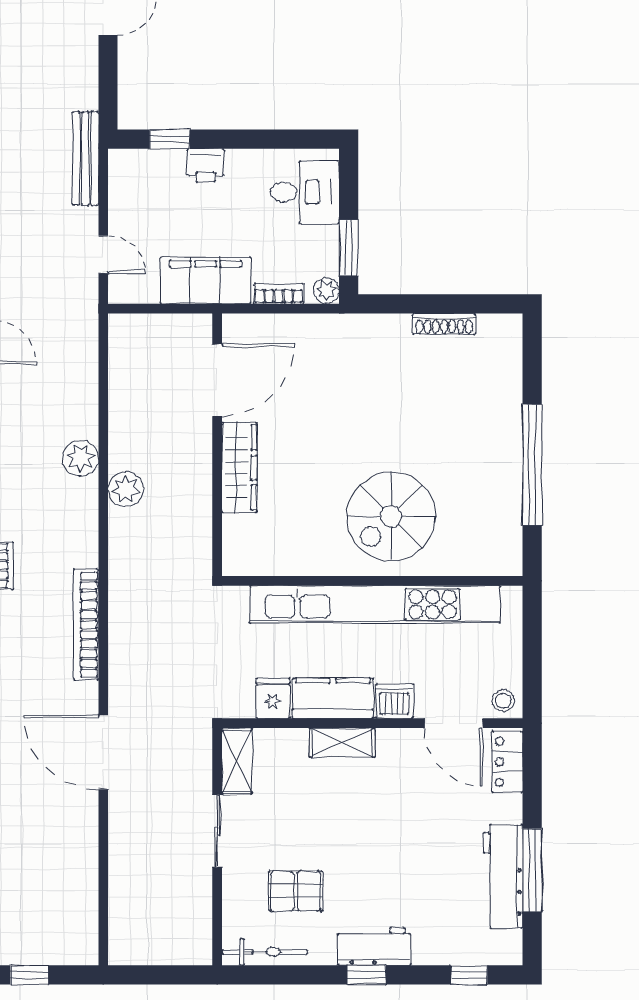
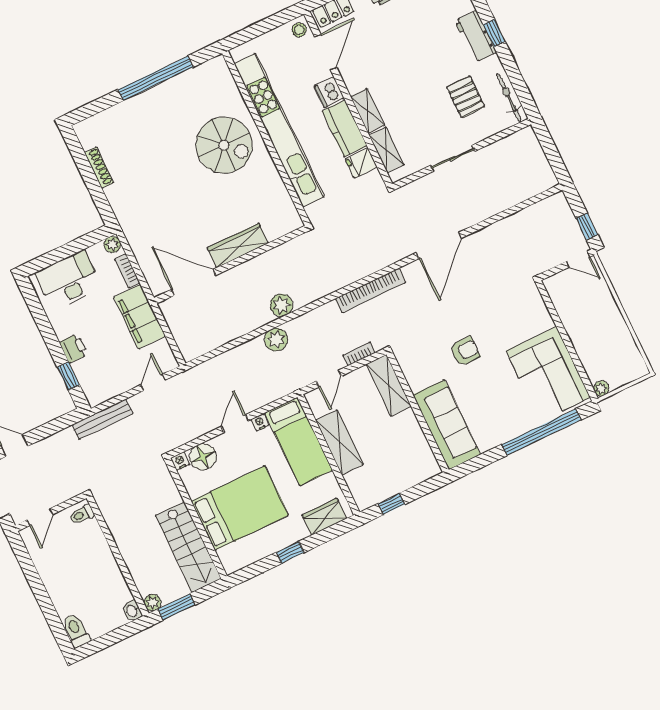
desk: (305, 192) -> (68, 281), width x1.37
window: (349, 248) -> (81, 243), removed
shelving: (237, 761) -> (386, 150), moved, turned 90

